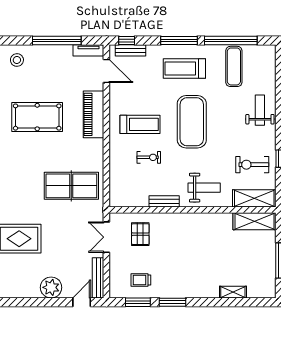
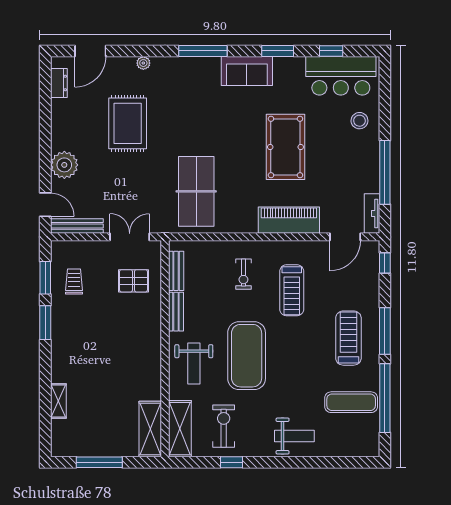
bench: (131, 50) -> (176, 271), moved
exercise mat: (192, 122) -> (247, 356), moved, turned 90
treadmill: (140, 124) -> (292, 290), moved
exercise bike: (149, 157) -> (243, 274), moved

